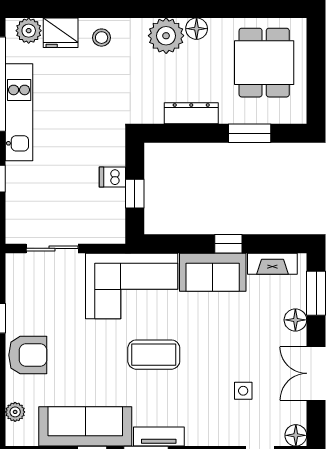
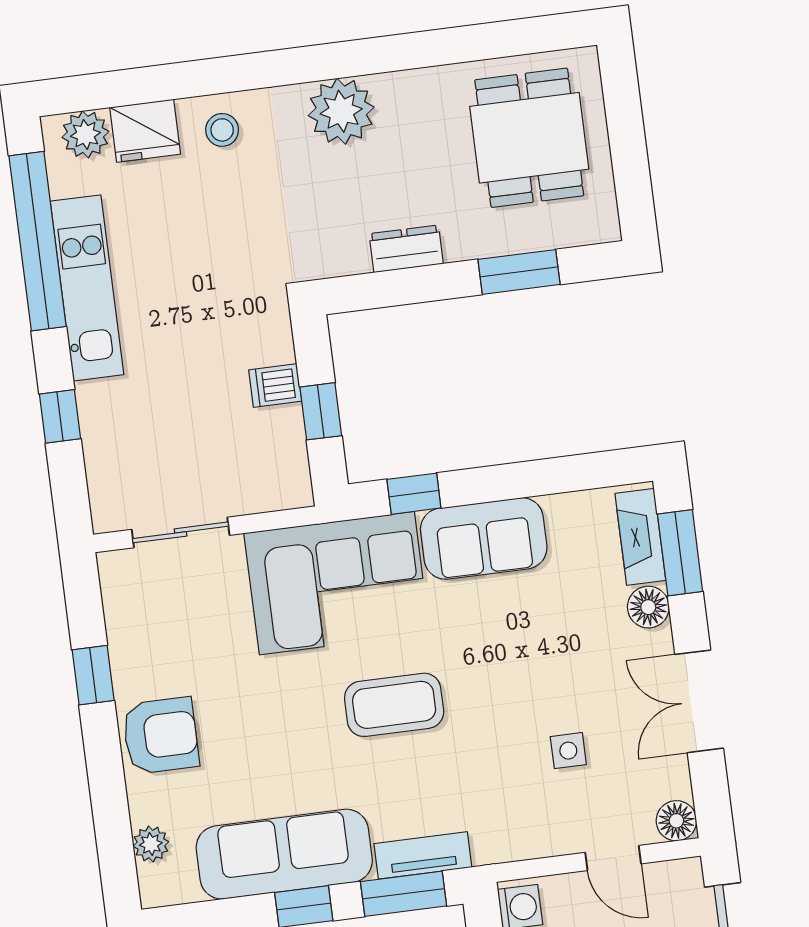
floor lamp: (197, 29) -> (396, 91), removed
dresser: (191, 113) -> (406, 249), width x0.70
window: (228, 244) -> (414, 494), moved
fireplace: (272, 264) -> (640, 537), moved, turned 90

